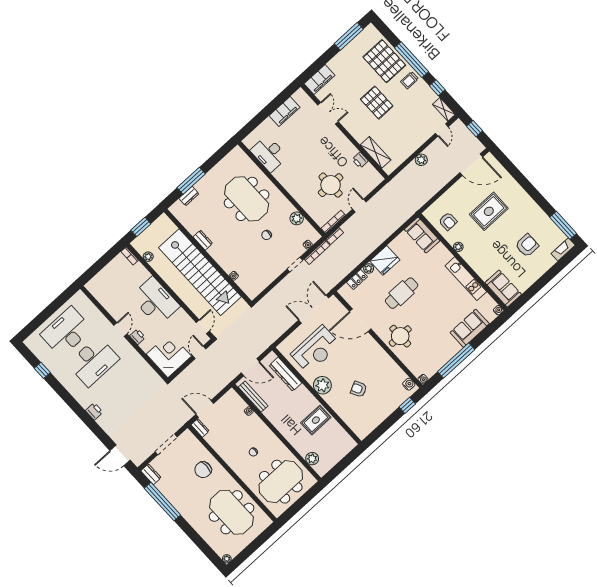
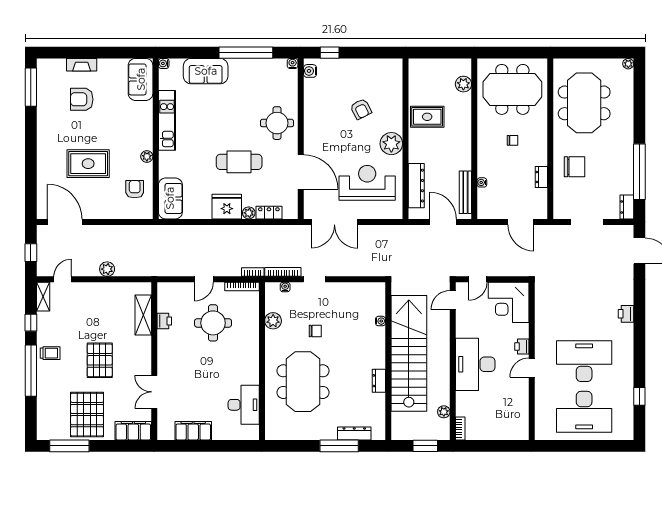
pallet: (384, 61) -> (87, 415), moved
dresser: (189, 196) -> (354, 434), width x1.44
fireplace: (563, 249) -> (82, 65), moved
dresser: (200, 428) -> (541, 177), moved

